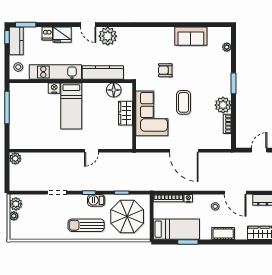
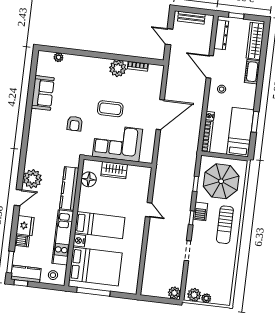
window: (234, 83) -> (97, 55), removed
bed: (31, 107) -> (96, 266), added
plant: (15, 158) -> (174, 293), moved
door: (235, 193) -> (210, 67), swing flipped
cot: (223, 234) -> (252, 72), moved

